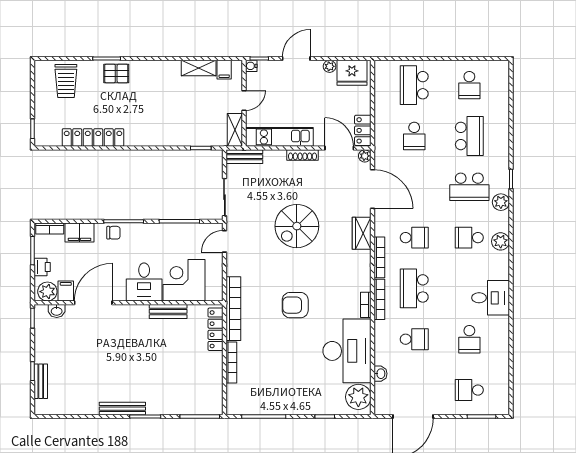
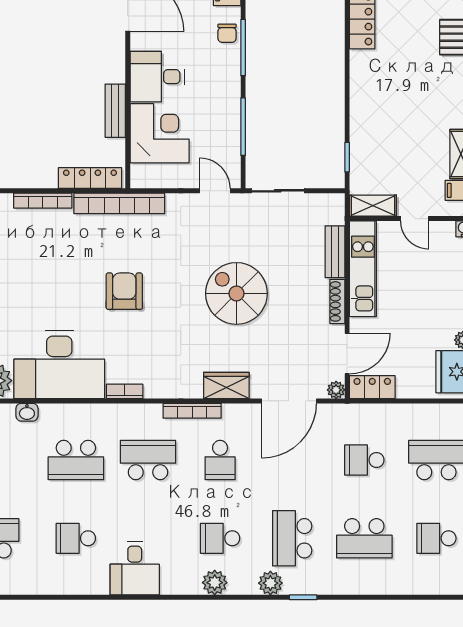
bench: (244, 157) -> (335, 252), moved
school desk: (469, 238) -> (220, 538), turned -90
bookcase: (379, 299) -> (132, 411), removed
school desk: (414, 339) -> (76, 460), width x1.85

